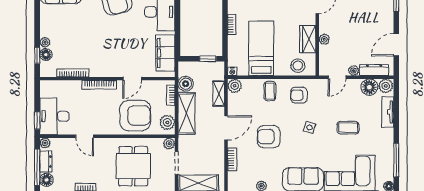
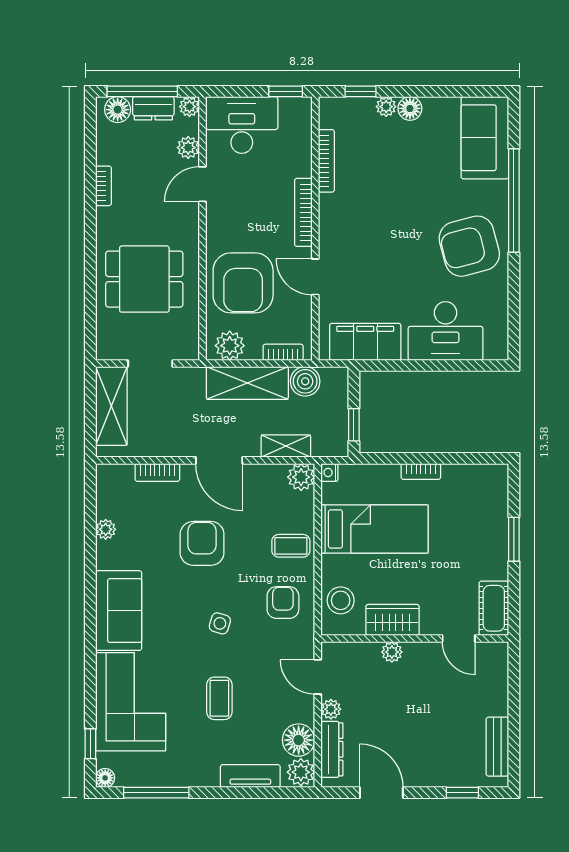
floor lamp: (46, 55) -> (410, 108), moved
window: (37, 121) -> (286, 91), moved
plant: (169, 144) -> (188, 148), moved

